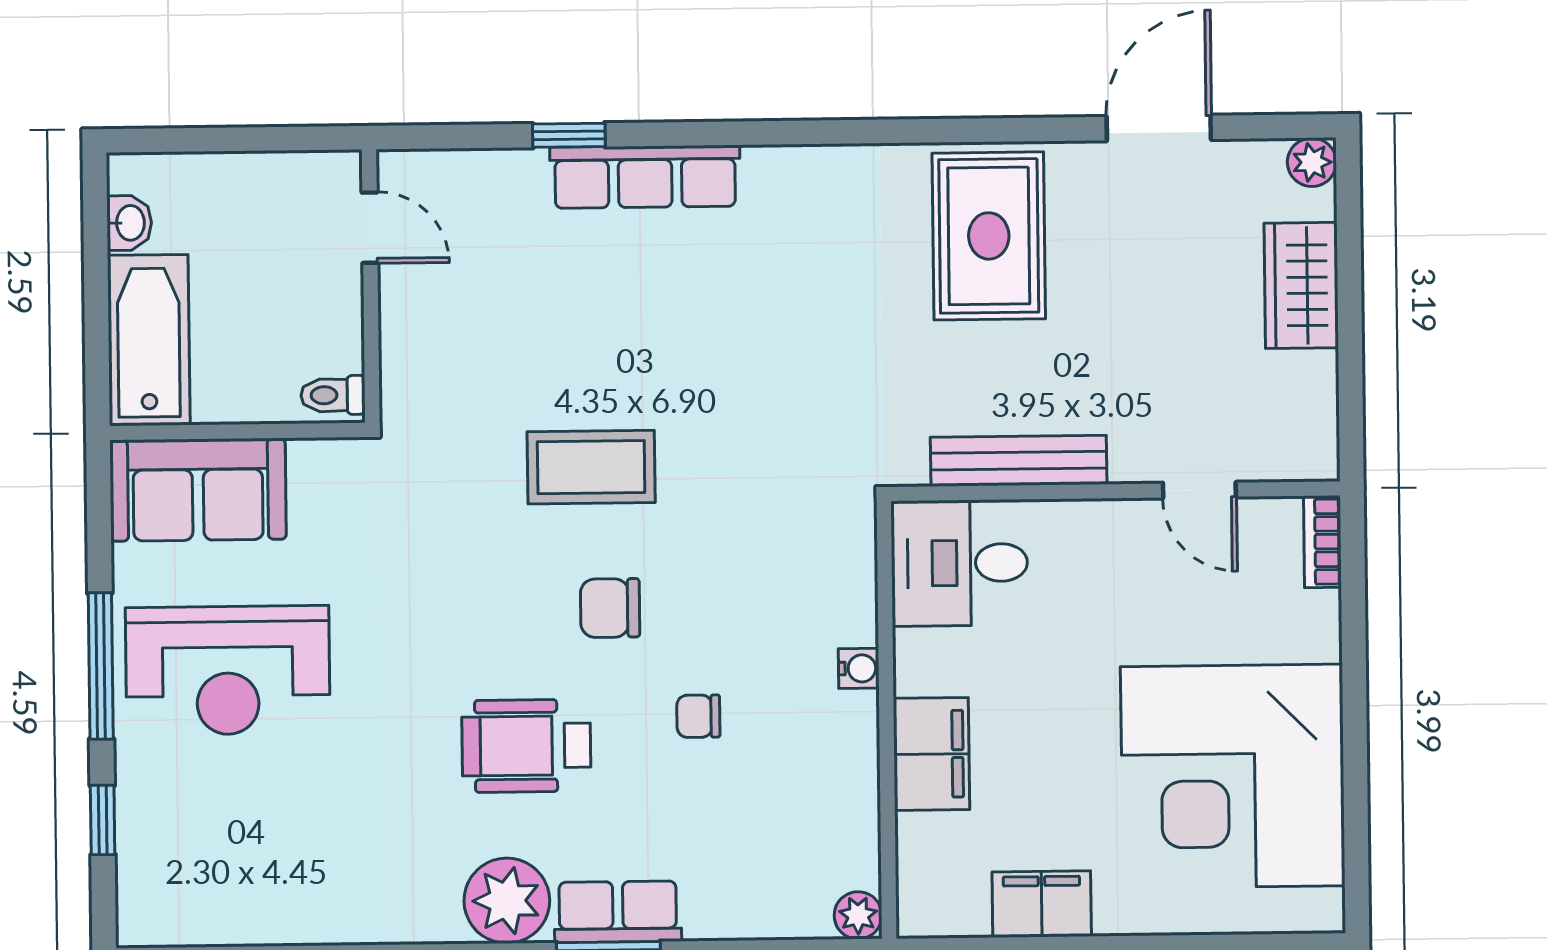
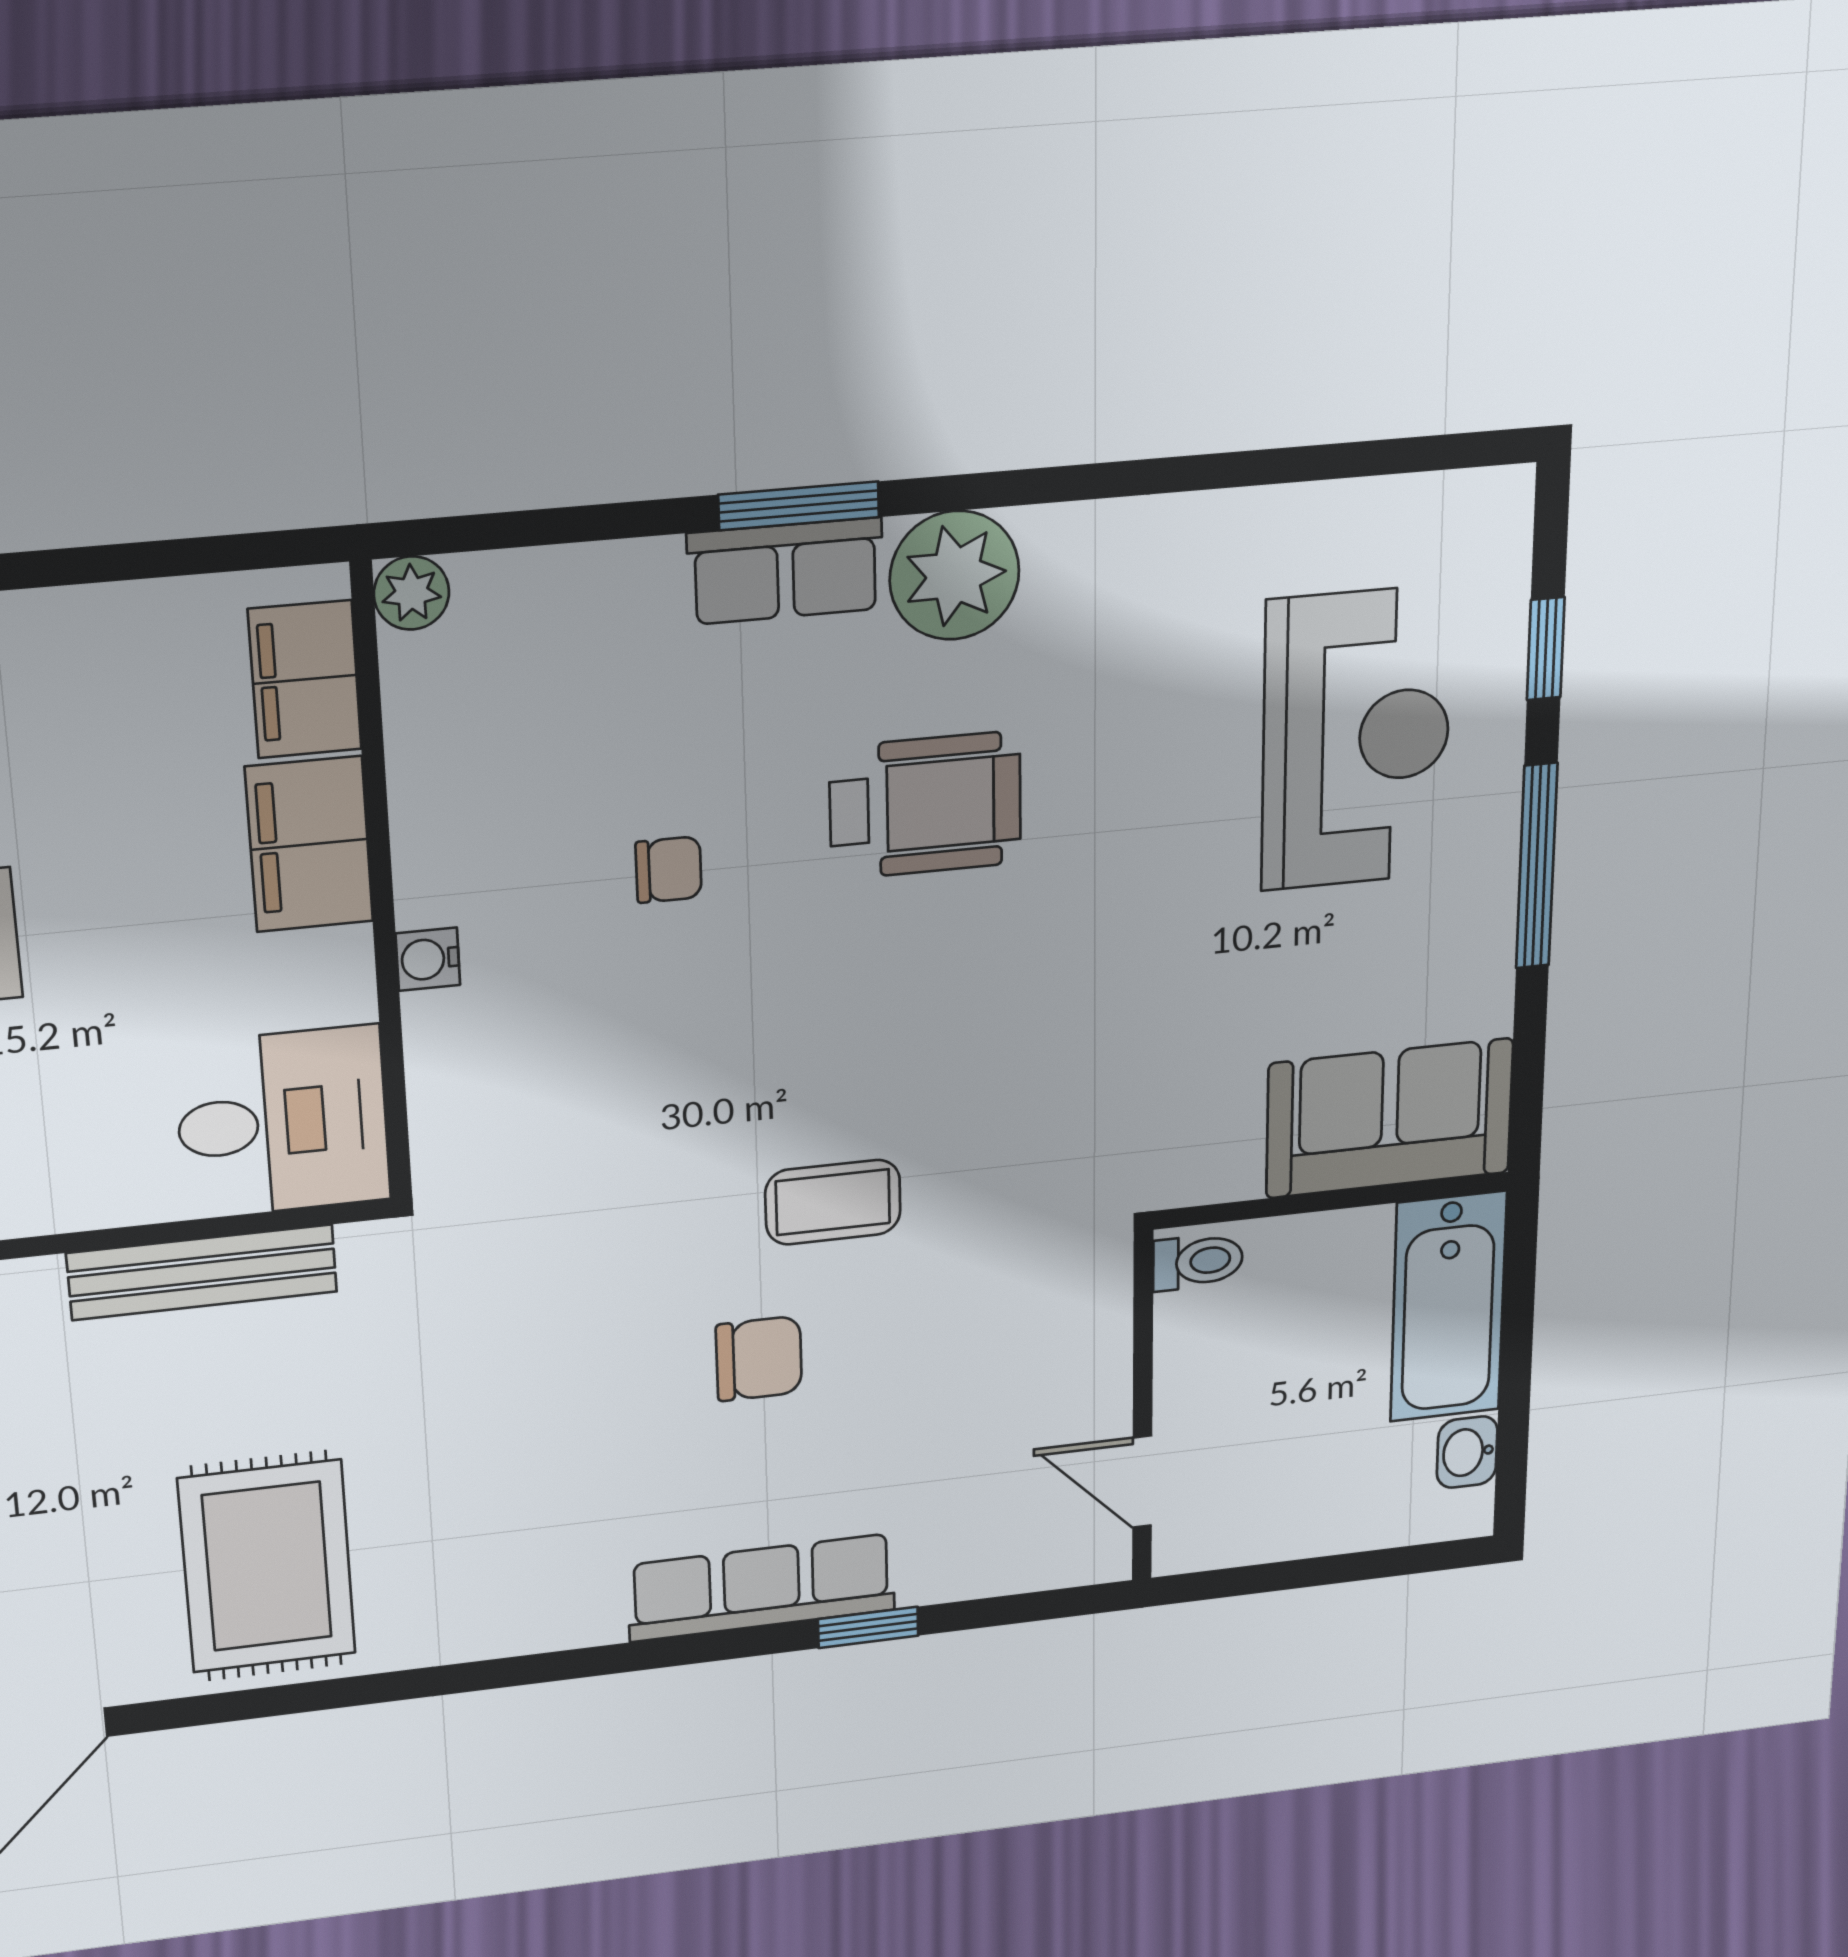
coffee table: (591, 467) -> (833, 1202), width x0.73, depth x0.77
chair: (610, 608) -> (759, 1359), moved
reception desk: (228, 670) -> (1356, 738), moved, turned 90
filing cabinet: (1042, 904) -> (305, 679), moved, turned 90

